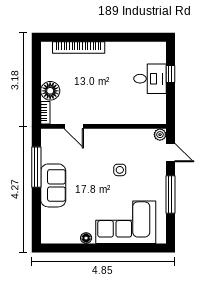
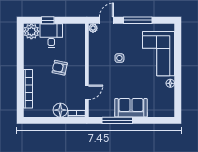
plant: (156, 52) -> (31, 31), added
armchair: (107, 90) -> (60, 68), added

